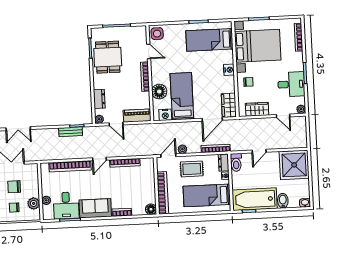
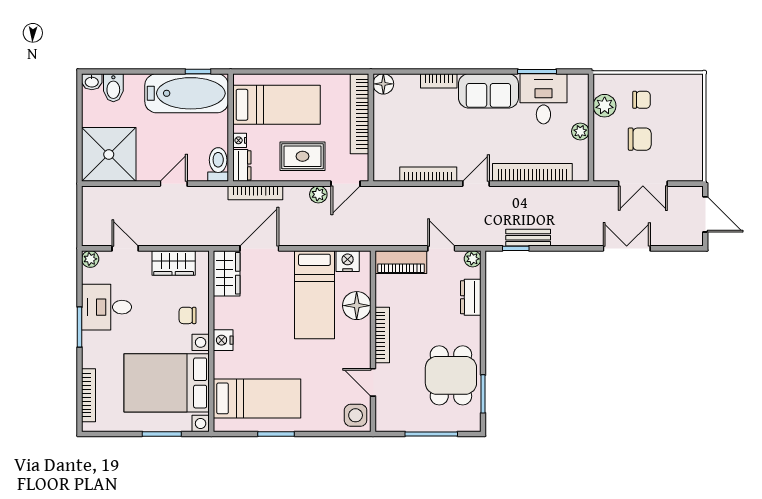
plant: (46, 200) -> (580, 131), moved
bidet: (283, 201) -> (113, 88), moved

